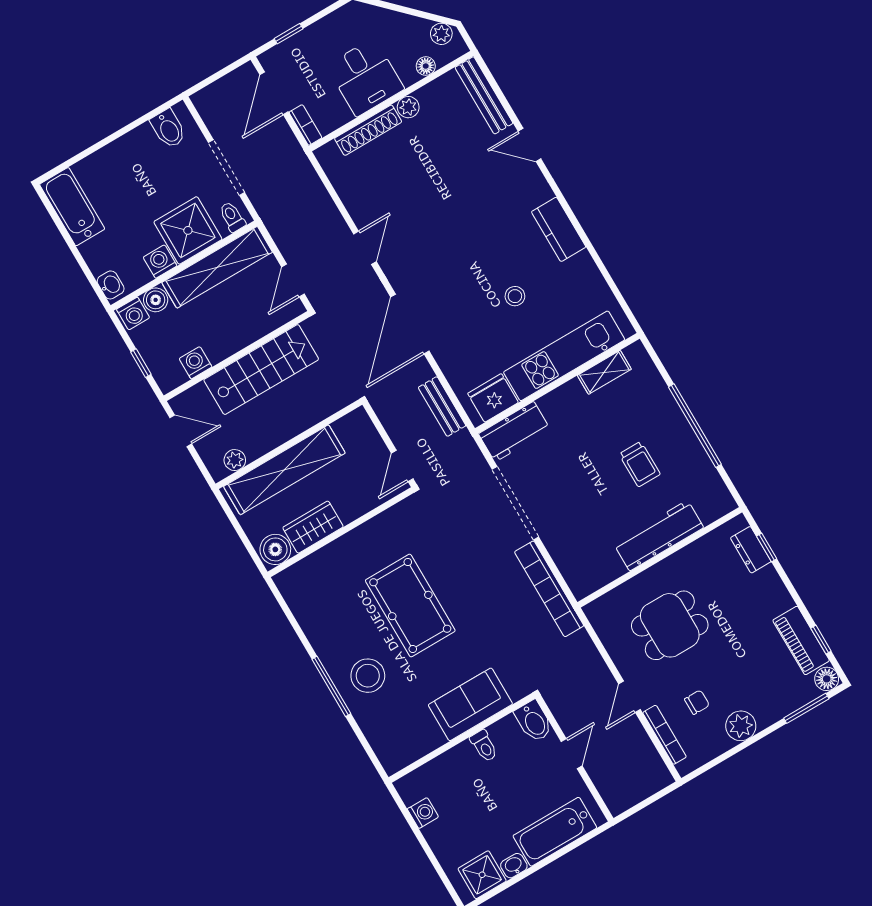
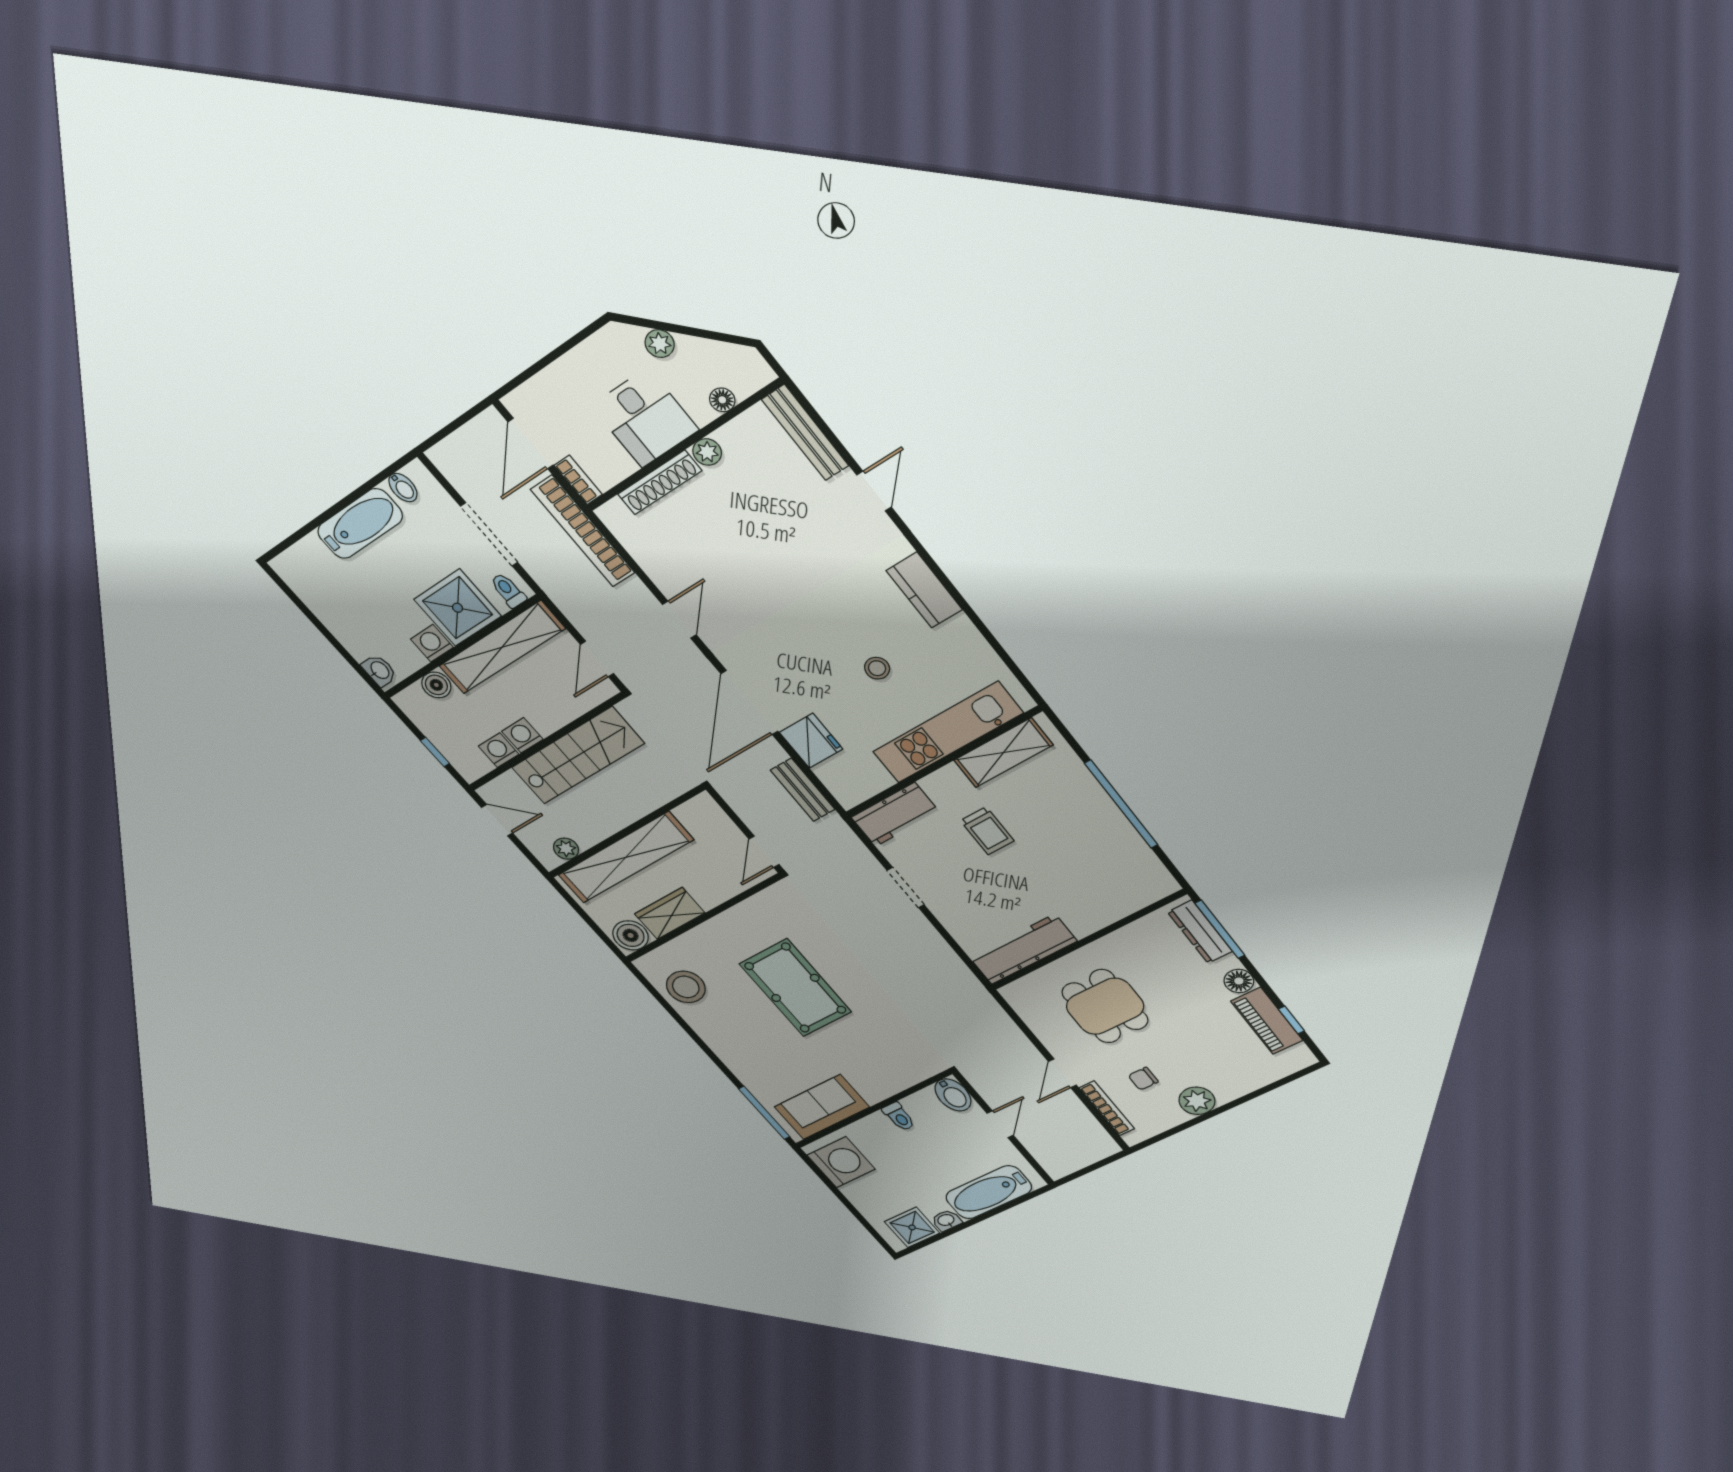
window: (289, 34) -> (535, 369), removed
plant: (441, 34) -> (660, 344), moved
bidet: (168, 129) -> (403, 488), width x0.72, depth x0.74
door: (530, 145) -> (874, 491), swing flipped
bathtub: (72, 207) -> (360, 524), moved, turned 90
washing machine: (133, 314) -> (522, 735), moved, turned 180
shelving: (604, 372) -> (1003, 753), width x1.50, depth x1.33
fridge: (493, 398) -> (811, 741), moved, turned 90
trolley: (640, 464) -> (987, 831), moved
doorway: (515, 503) -> (906, 888), width x0.53
workbench: (659, 536) -> (1023, 949), moved
window: (767, 547) -> (1220, 929), width x2.17
dresser: (751, 550) -> (1200, 932), width x1.44
bookcase: (549, 589) -> (583, 531), moved
dining table: (670, 625) -> (1105, 1006), turned 90
stool: (368, 676) -> (686, 987), moved
floor lamp: (827, 679) -> (1239, 981), moved
window: (331, 686) -> (764, 1113), moved
chair: (697, 702) -> (1143, 1079), turned 180
sofa: (470, 704) -> (822, 1107), moved
window: (806, 708) -> (1275, 1085), removed
washing machine: (423, 813) -> (841, 1162), width x1.89, depth x1.89

